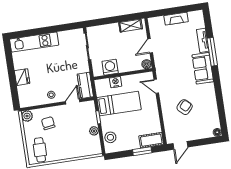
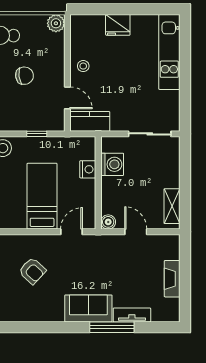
bed: (119, 104) -> (42, 196), moved, turned 180
chair: (48, 123) -> (24, 76), moved
plant: (94, 131) -> (17, 124), removed

